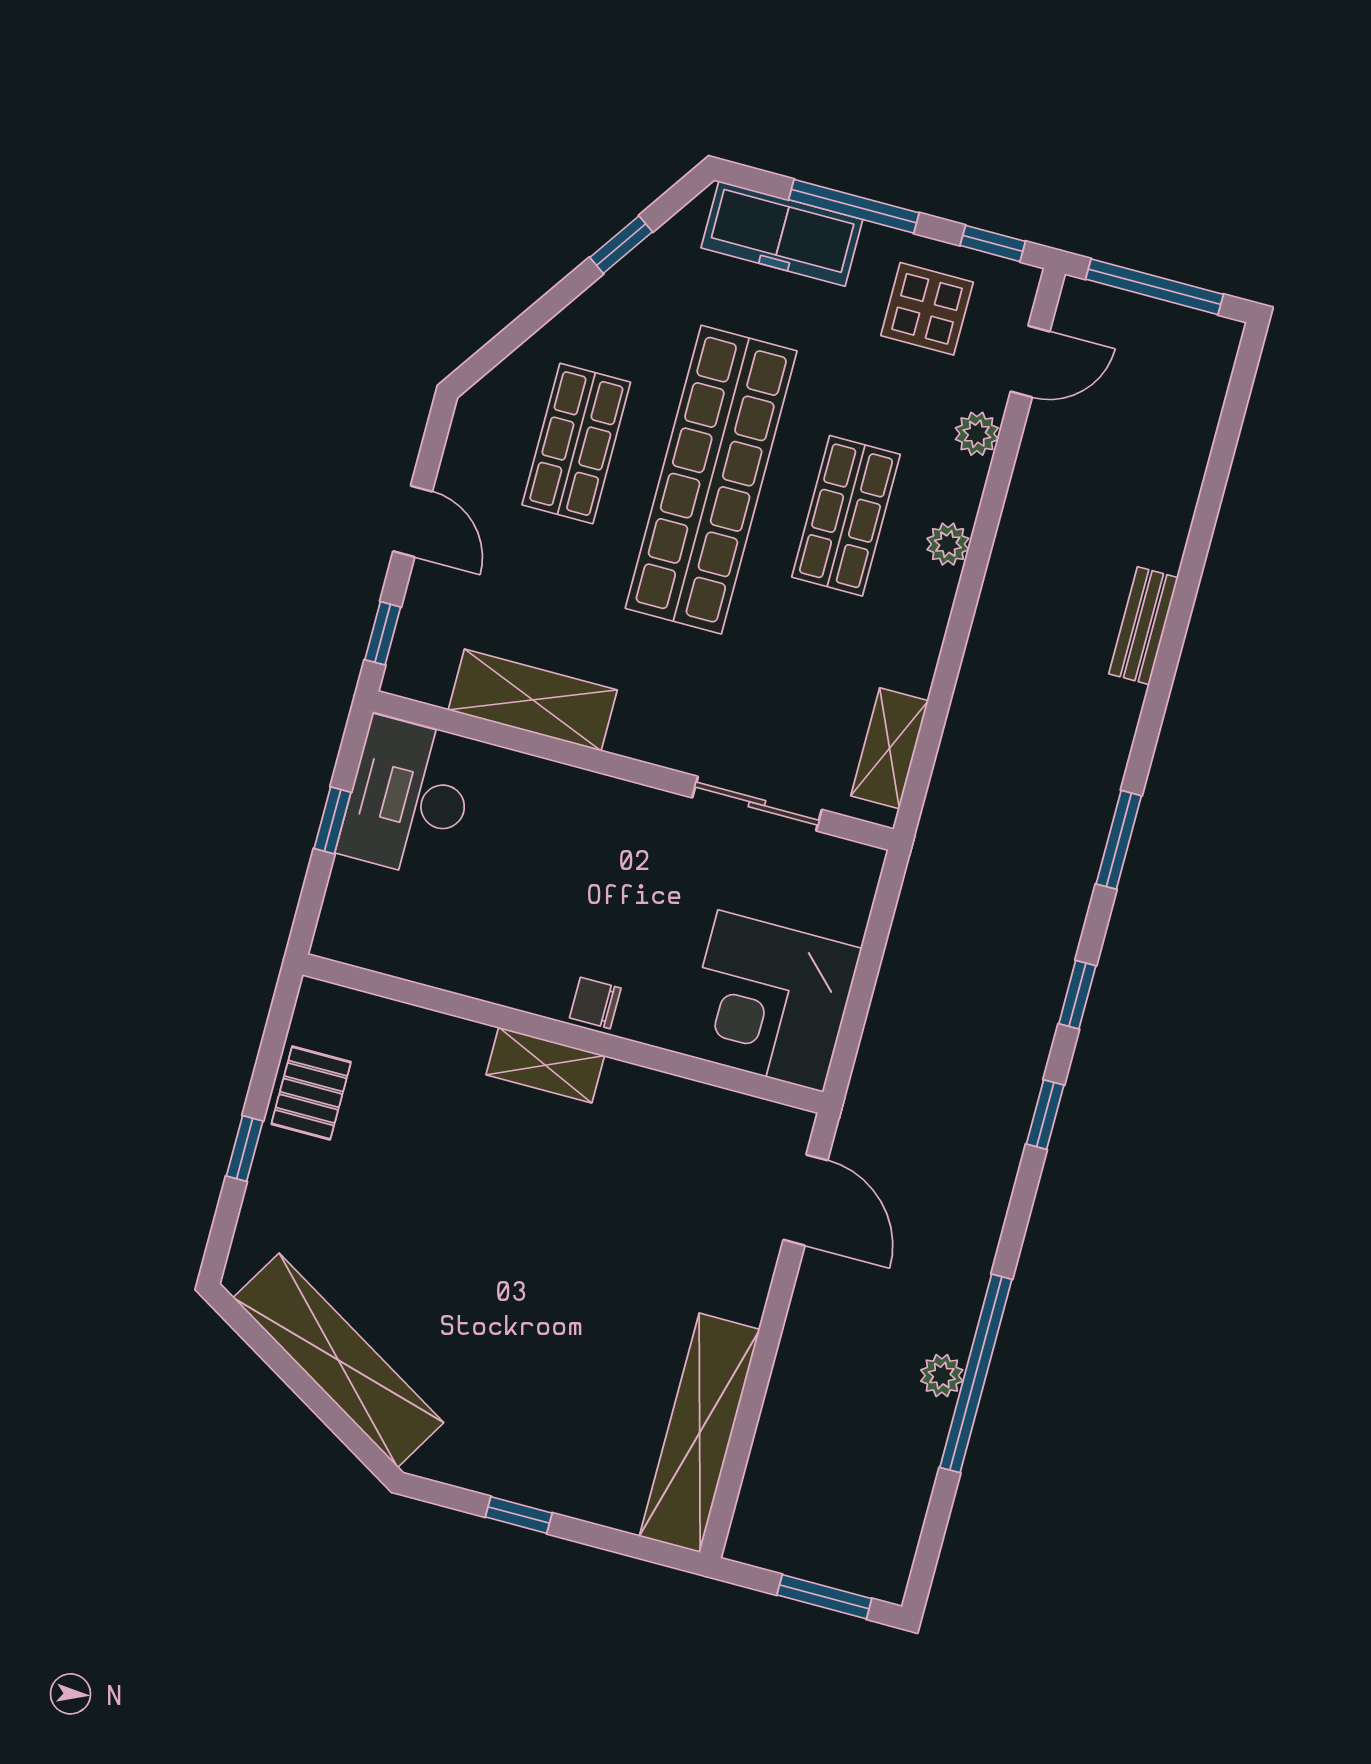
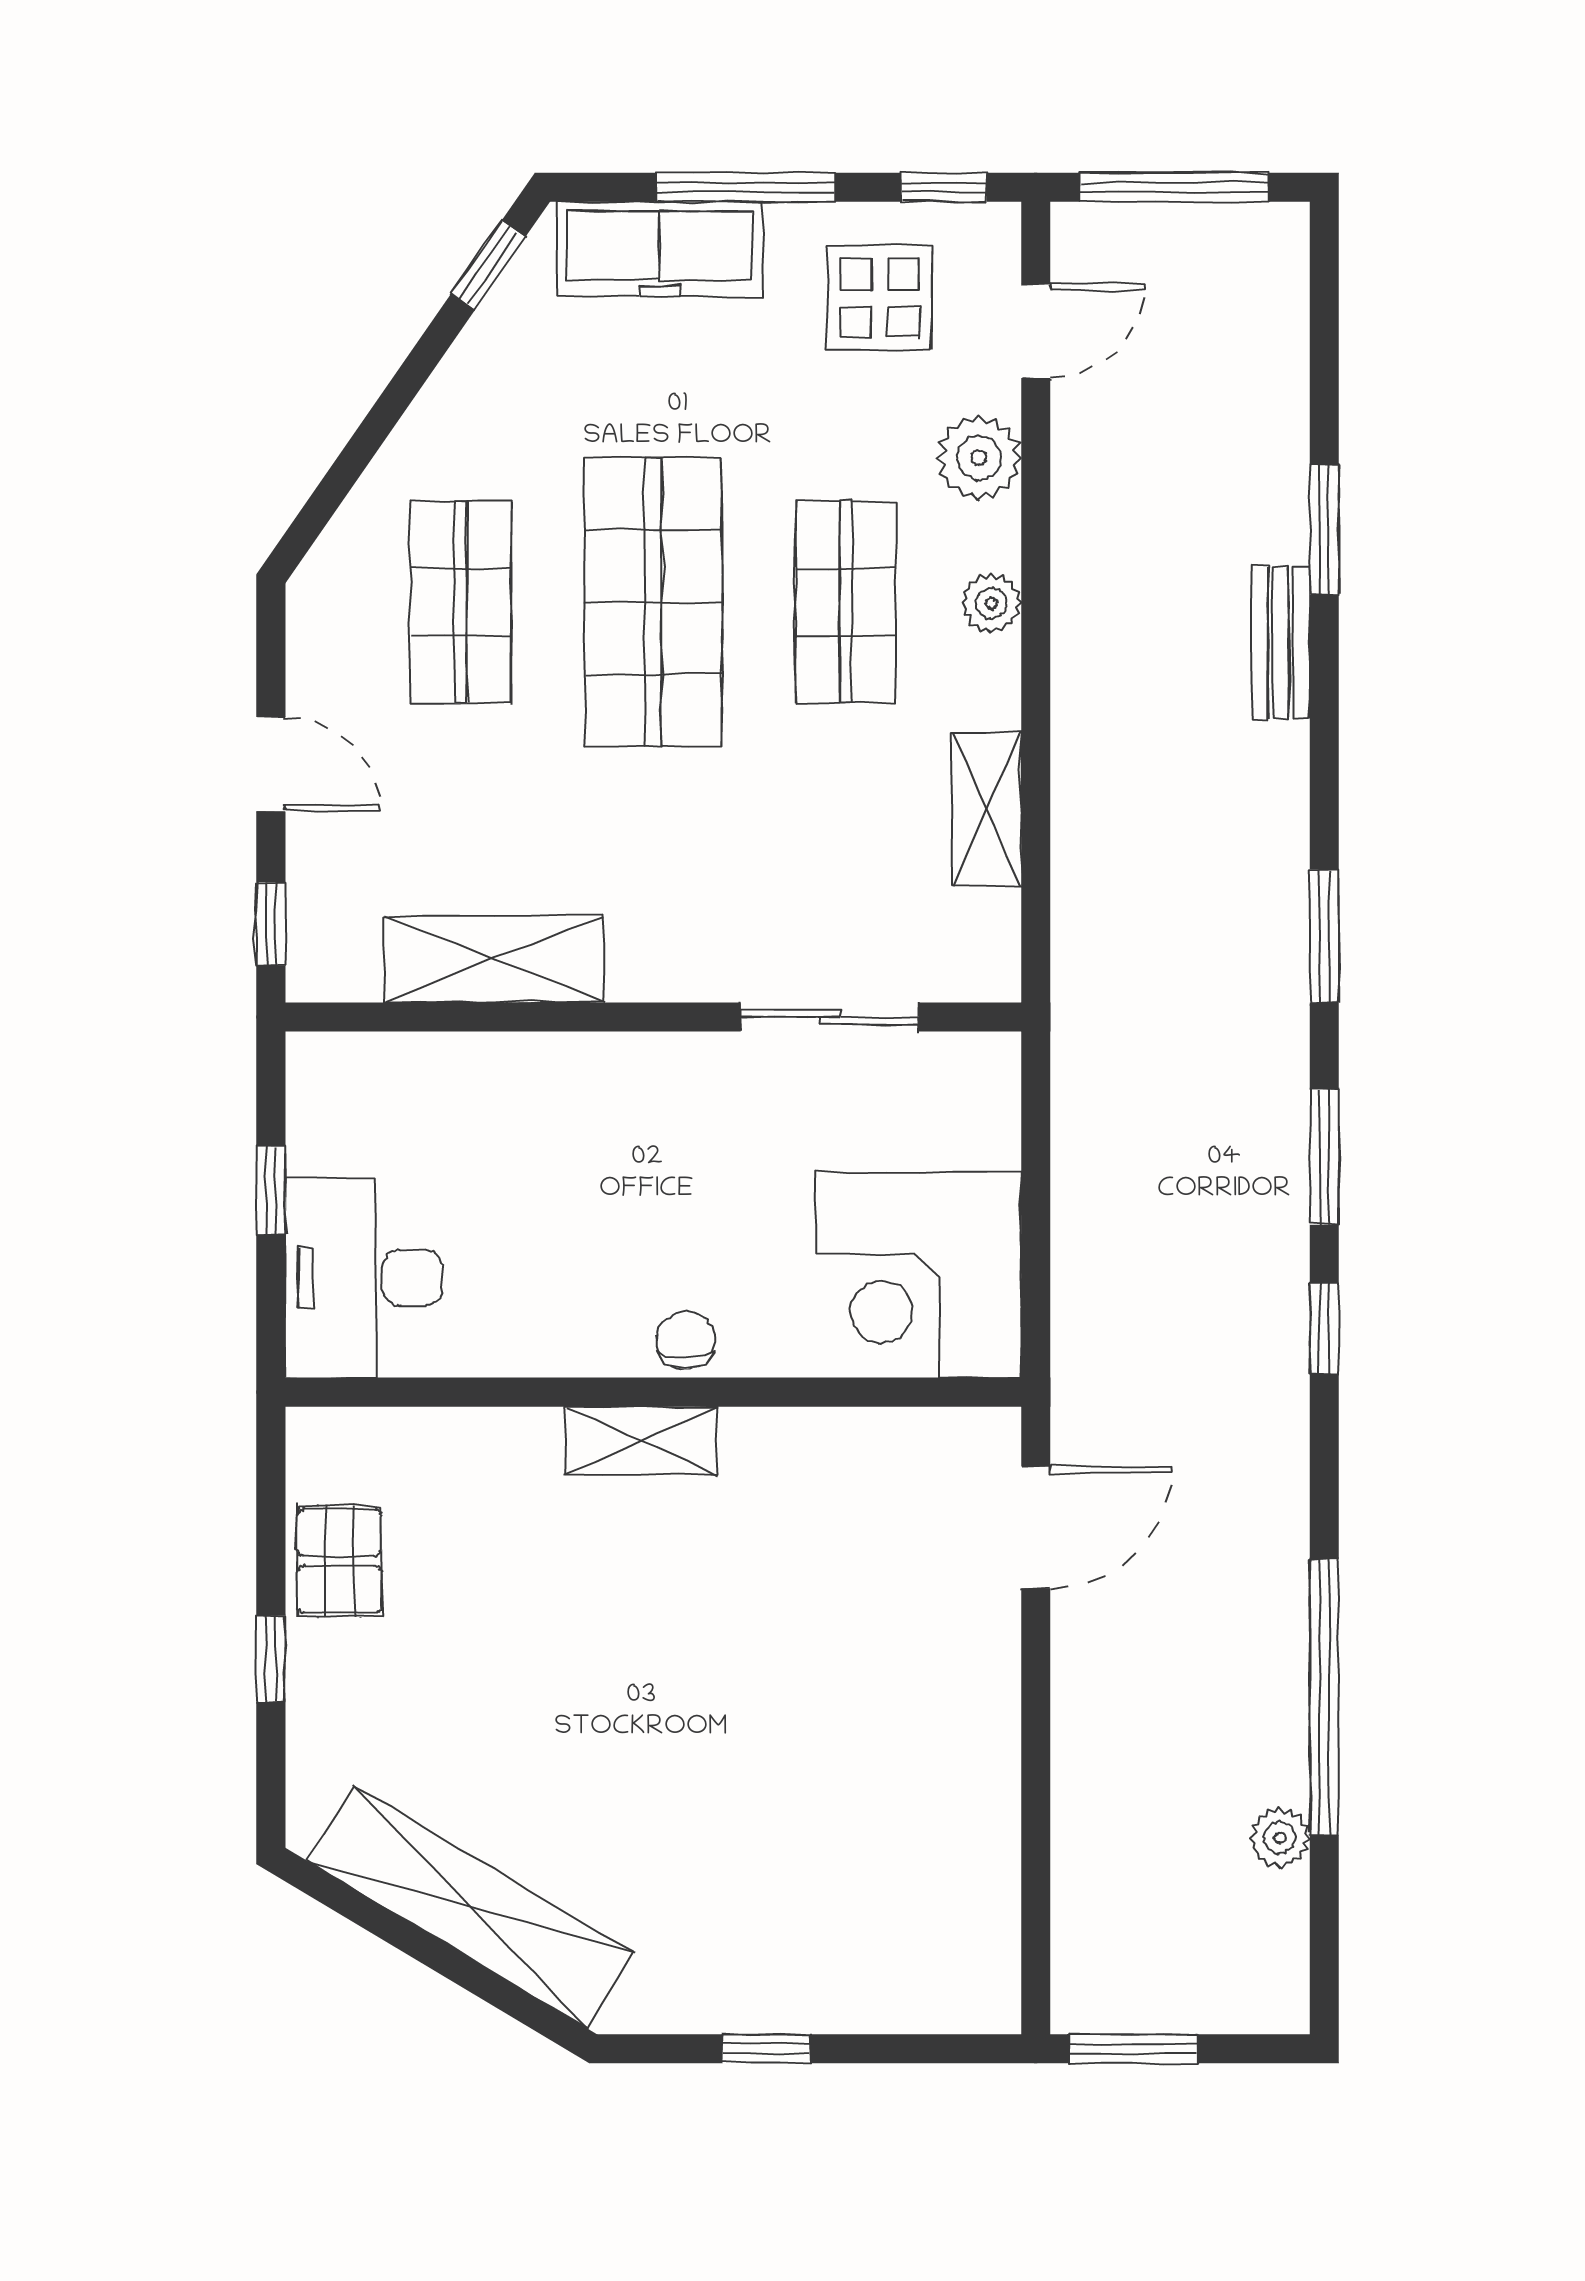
window: (621, 245) -> (488, 265), moved
plant: (977, 434) -> (979, 458), width x1.38, depth x1.38
shop shelf: (711, 480) -> (653, 602), width x0.71
window: (1195, 555) -> (1324, 530), added
shelving: (890, 748) -> (987, 810), moved
desk: (408, 798) -> (364, 1278), moved
window: (1077, 995) -> (1324, 1157), width x1.50
chair: (595, 1003) -> (686, 1340), turned 90
door: (805, 1200) -> (1036, 1527), hinge flipped
plant: (942, 1376) -> (1280, 1838), moved
shelving: (700, 1433) -> (978, 1875), removed
window: (824, 1597) -> (1133, 2049), moved

